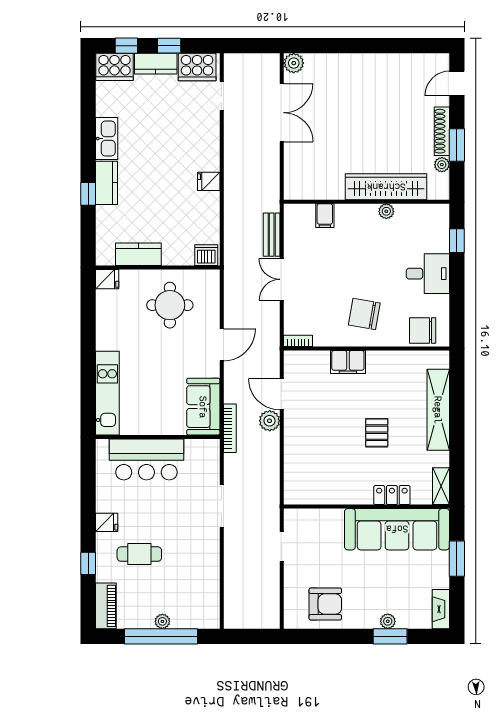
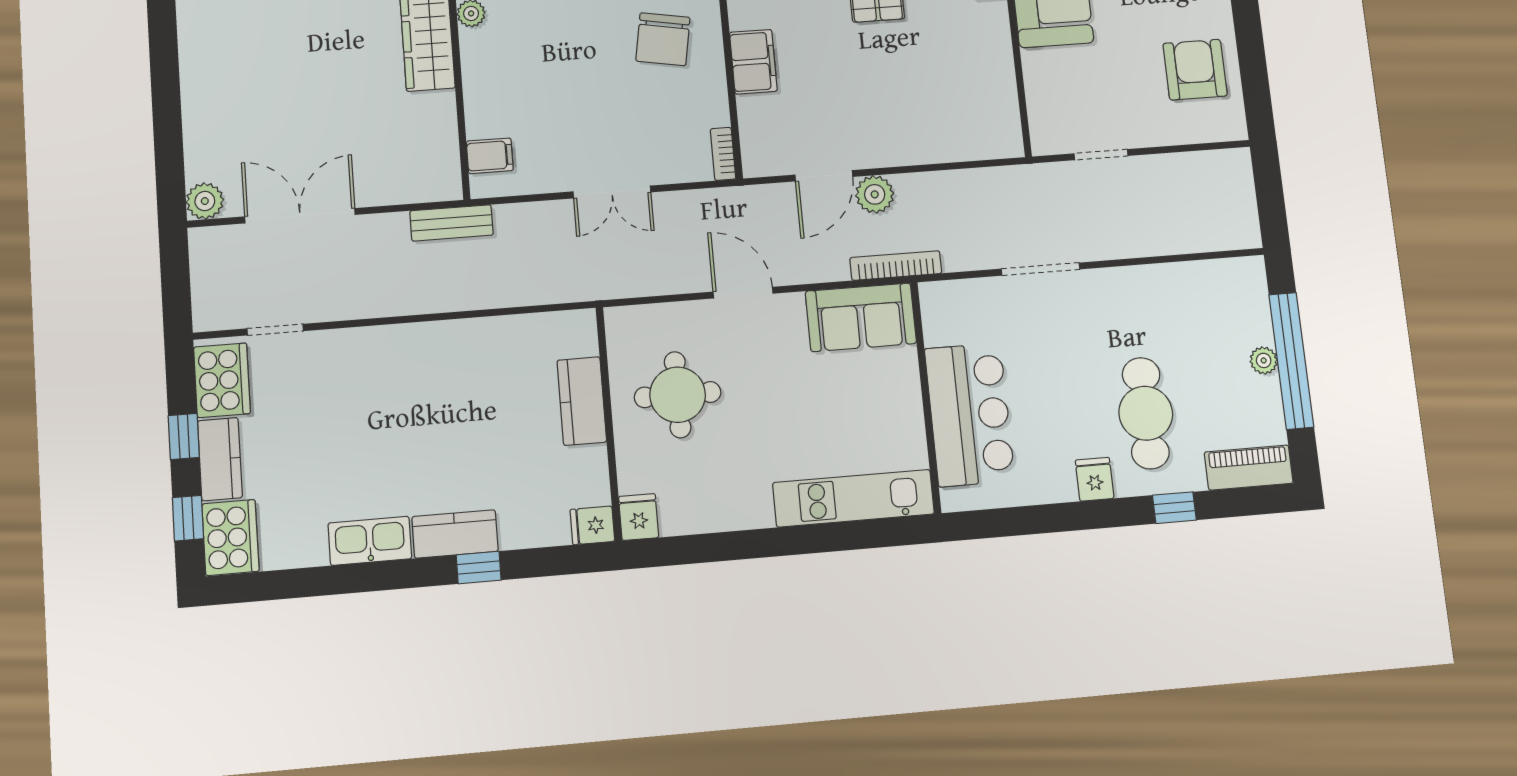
fridge: (209, 181) -> (592, 525), moved, turned 90
filing cabinet: (325, 216) -> (490, 156), moved
bench: (272, 235) -> (451, 223), moved
kitchen counter: (138, 254) -> (582, 401), moved
dishwasher: (206, 255) -> (578, 335), removed
cafe table: (139, 554) -> (1146, 413), width x1.37, depth x1.35

